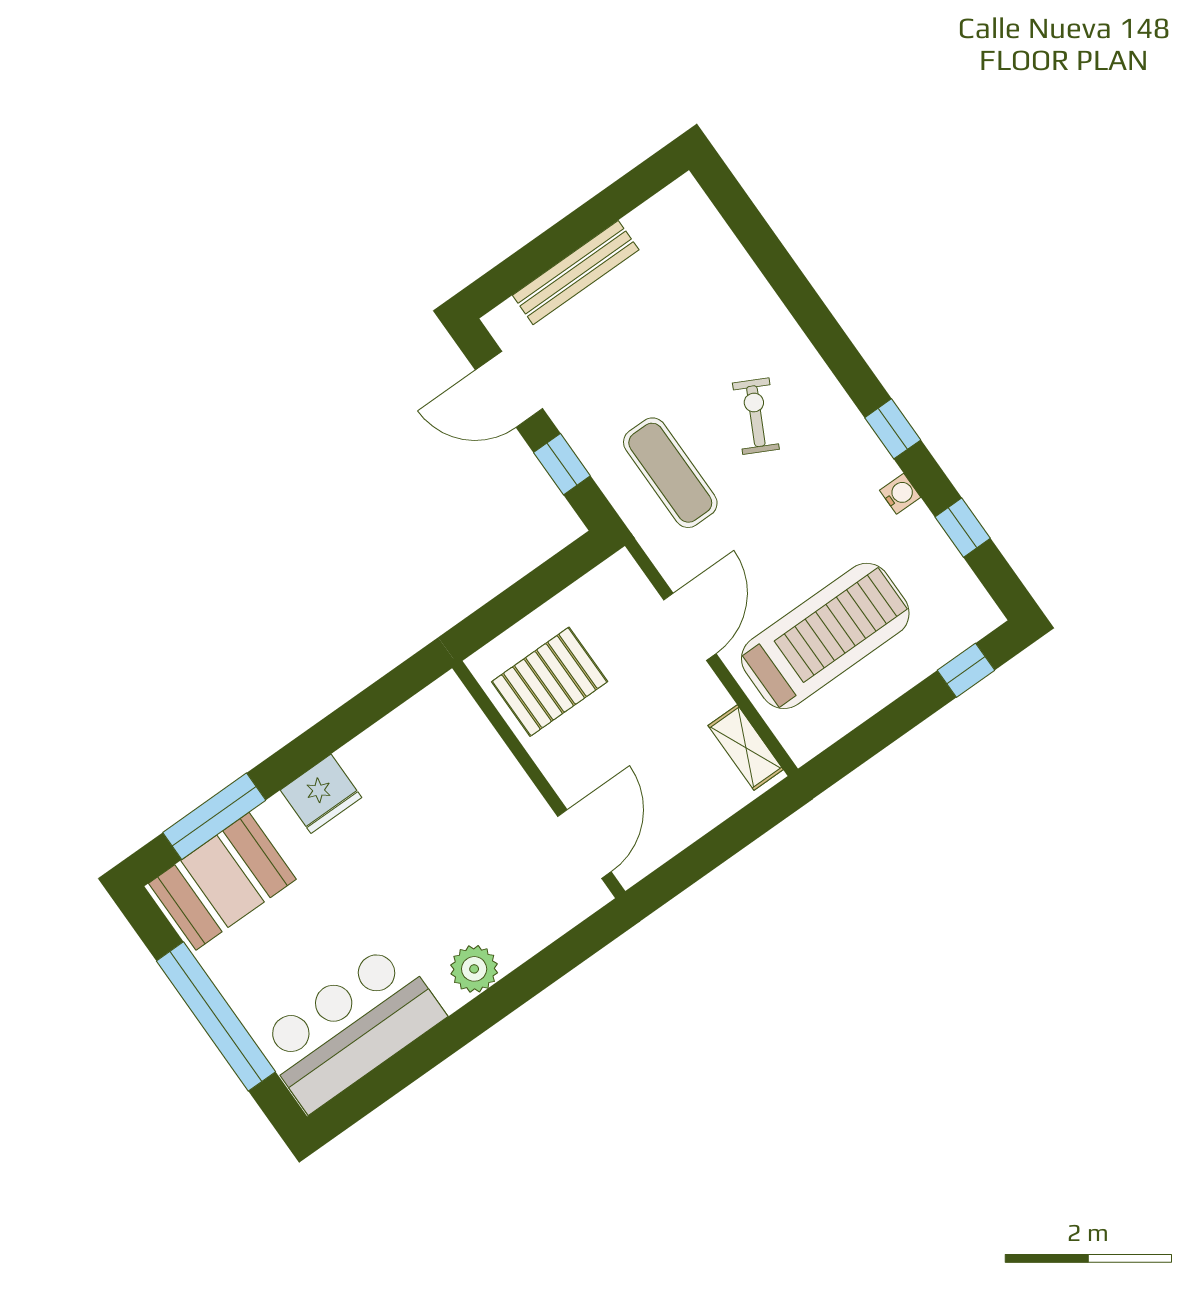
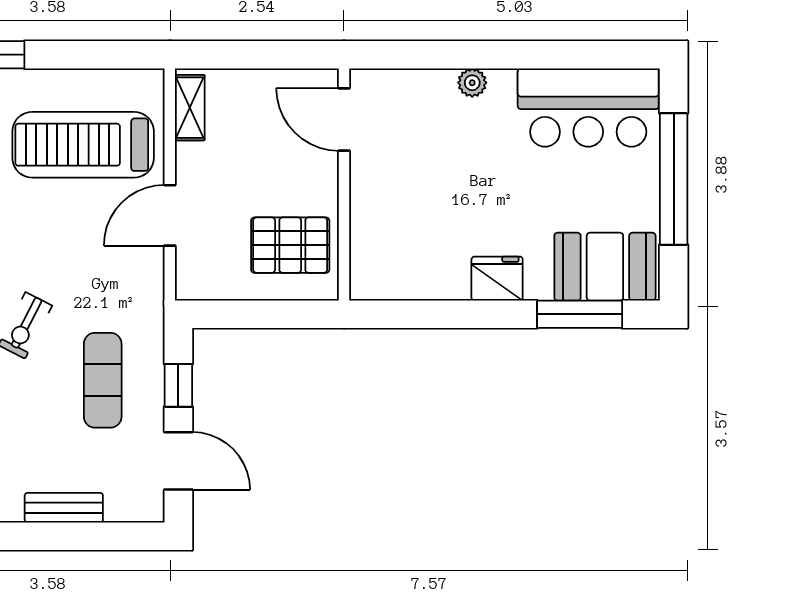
bench: (576, 273) -> (64, 508), width x0.73
exercise mat: (670, 473) -> (103, 380), moved
door: (584, 844) -> (344, 119), hinge flipped
plant: (474, 969) -> (472, 83), width x0.73, depth x0.73

